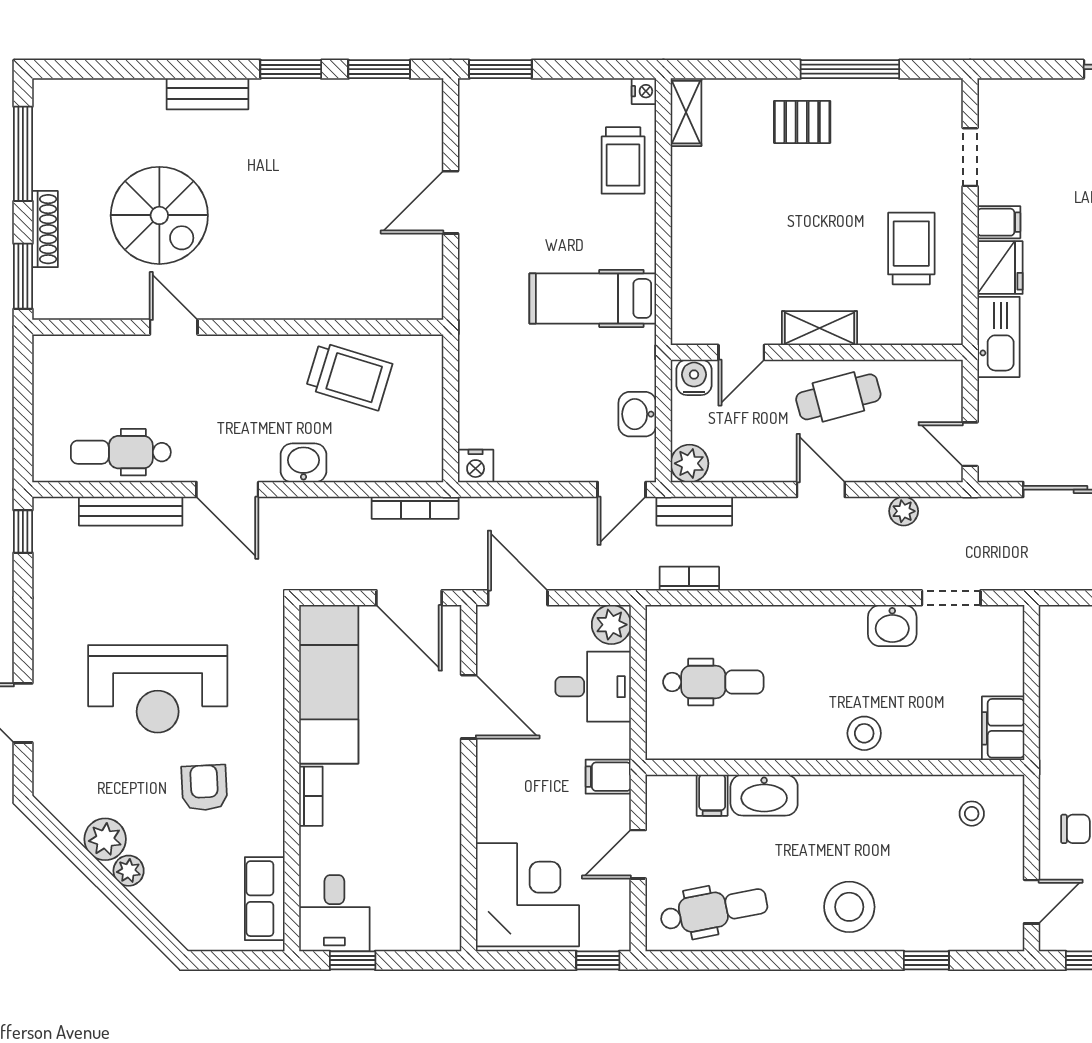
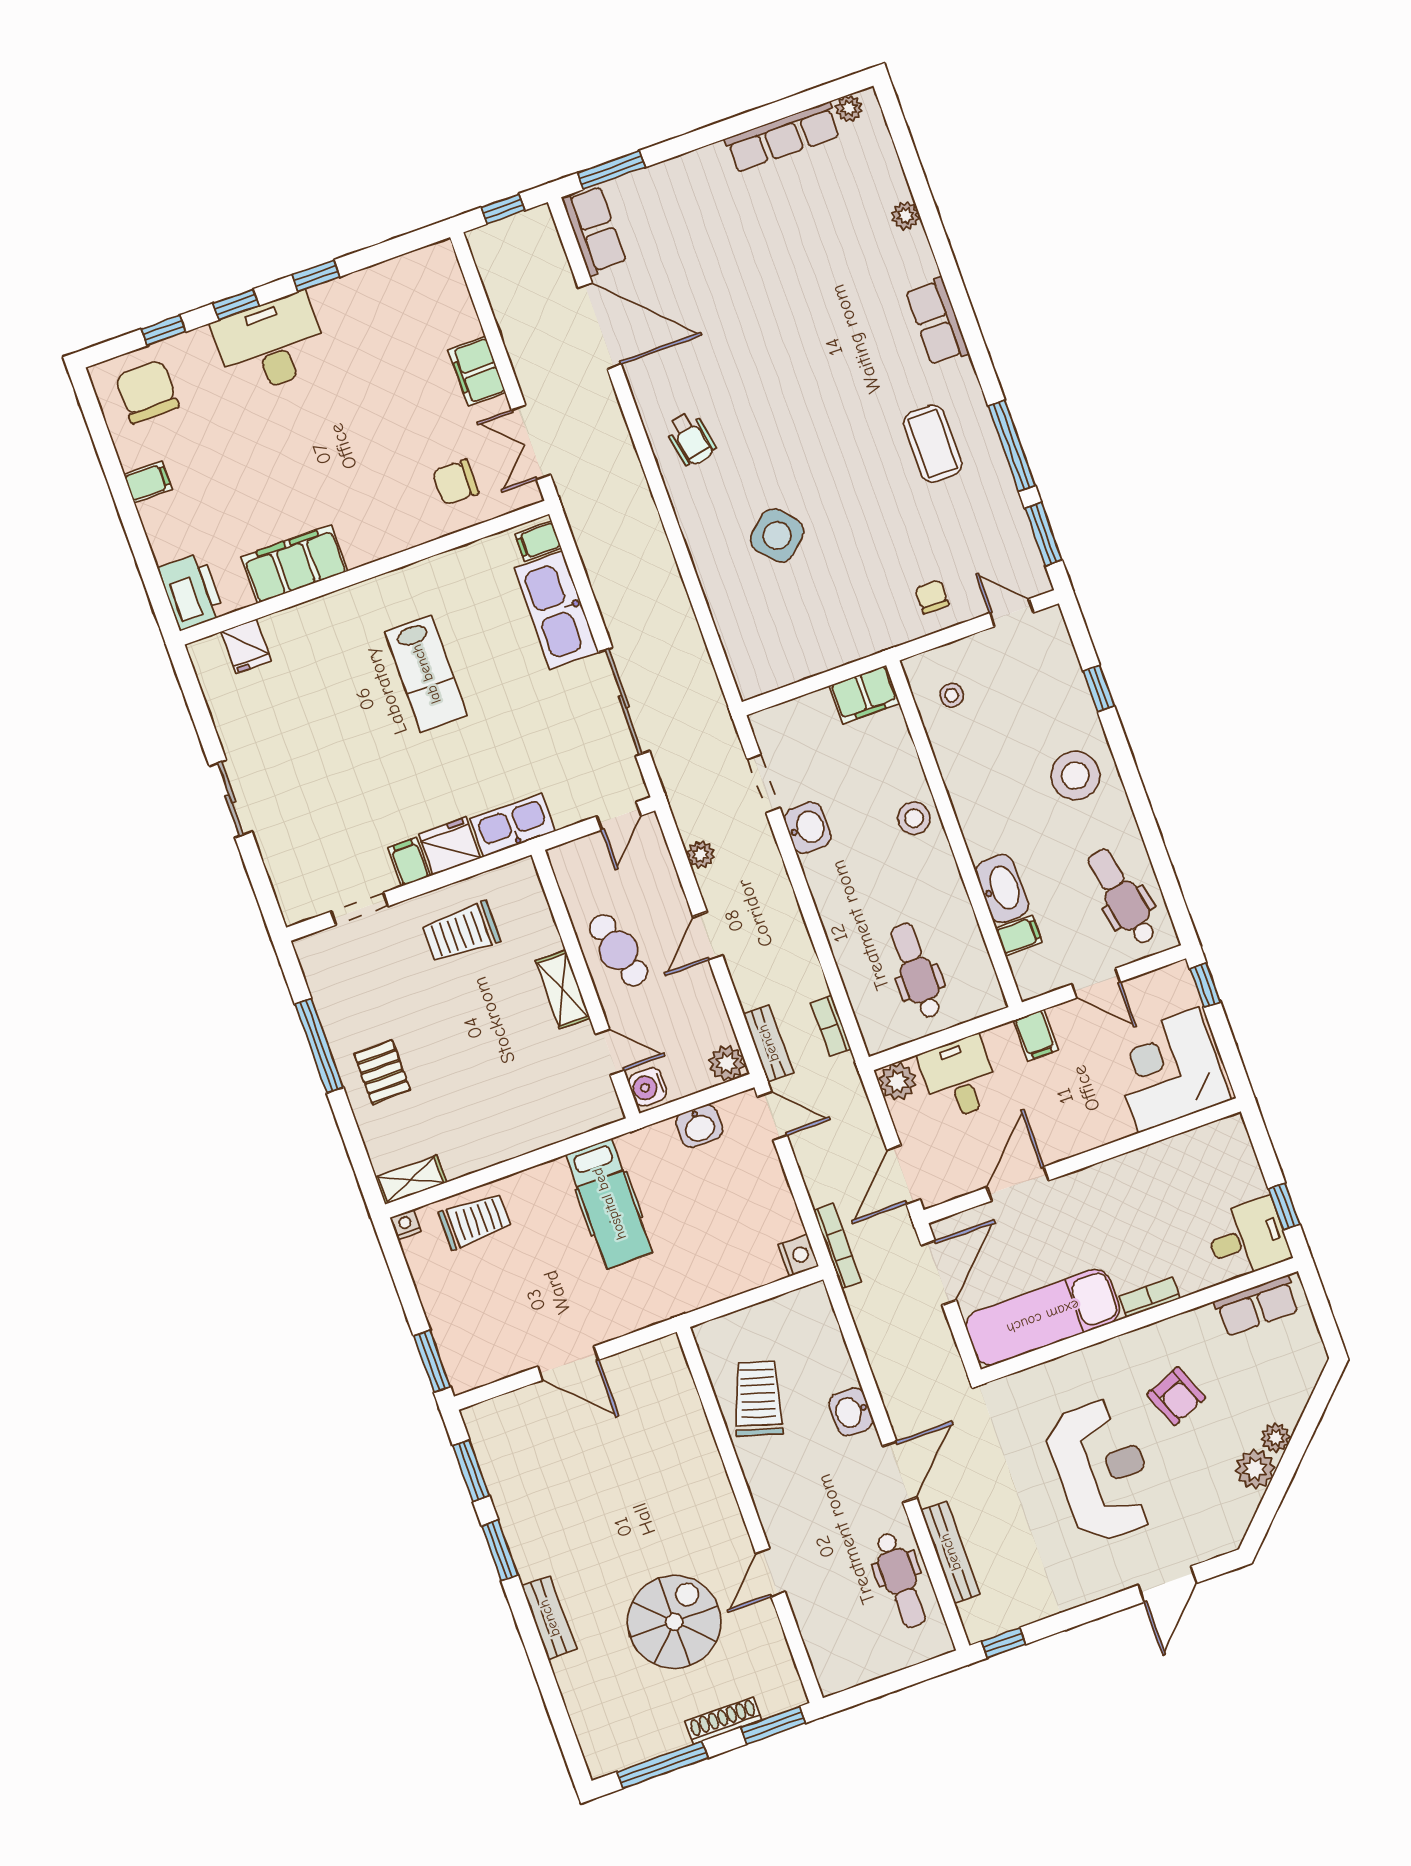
bookcase: (415, 508) -> (837, 1246), moved
armchair: (204, 788) -> (1176, 1396), turned -109

